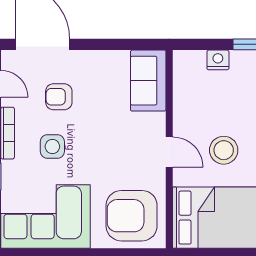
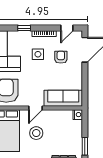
nightstand: (218, 60) -> (78, 115), moved
sofa: (148, 81) -> (63, 98), width x1.36

